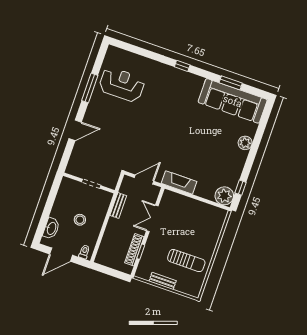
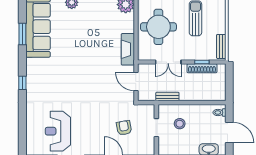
armchair: (102, 152) -> (124, 128), added
stool: (80, 220) -> (180, 124), moved
round table: (191, 221) -> (158, 27), added
bench: (163, 281) -> (221, 46), moved

